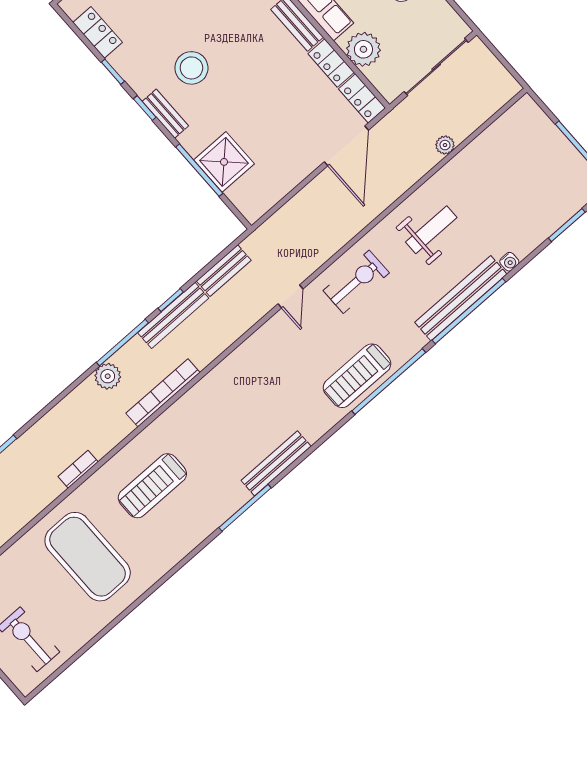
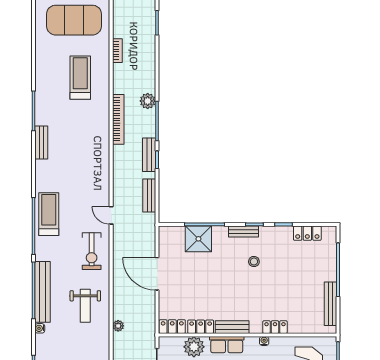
stool: (191, 68) -> (254, 261), width x0.53, depth x0.53
plant: (445, 145) -> (118, 326), moved
door: (346, 146) -> (157, 274), moved
bench: (173, 315) -> (149, 155), width x0.73
bench: (276, 463) -> (41, 143), width x0.73

